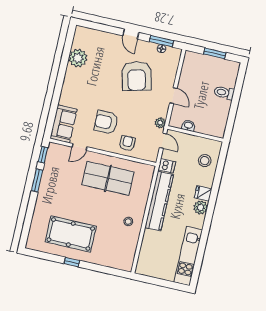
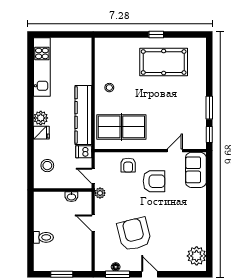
plant: (78, 58) -> (197, 256), moved
table tennis table: (108, 178) -> (121, 127), moved

